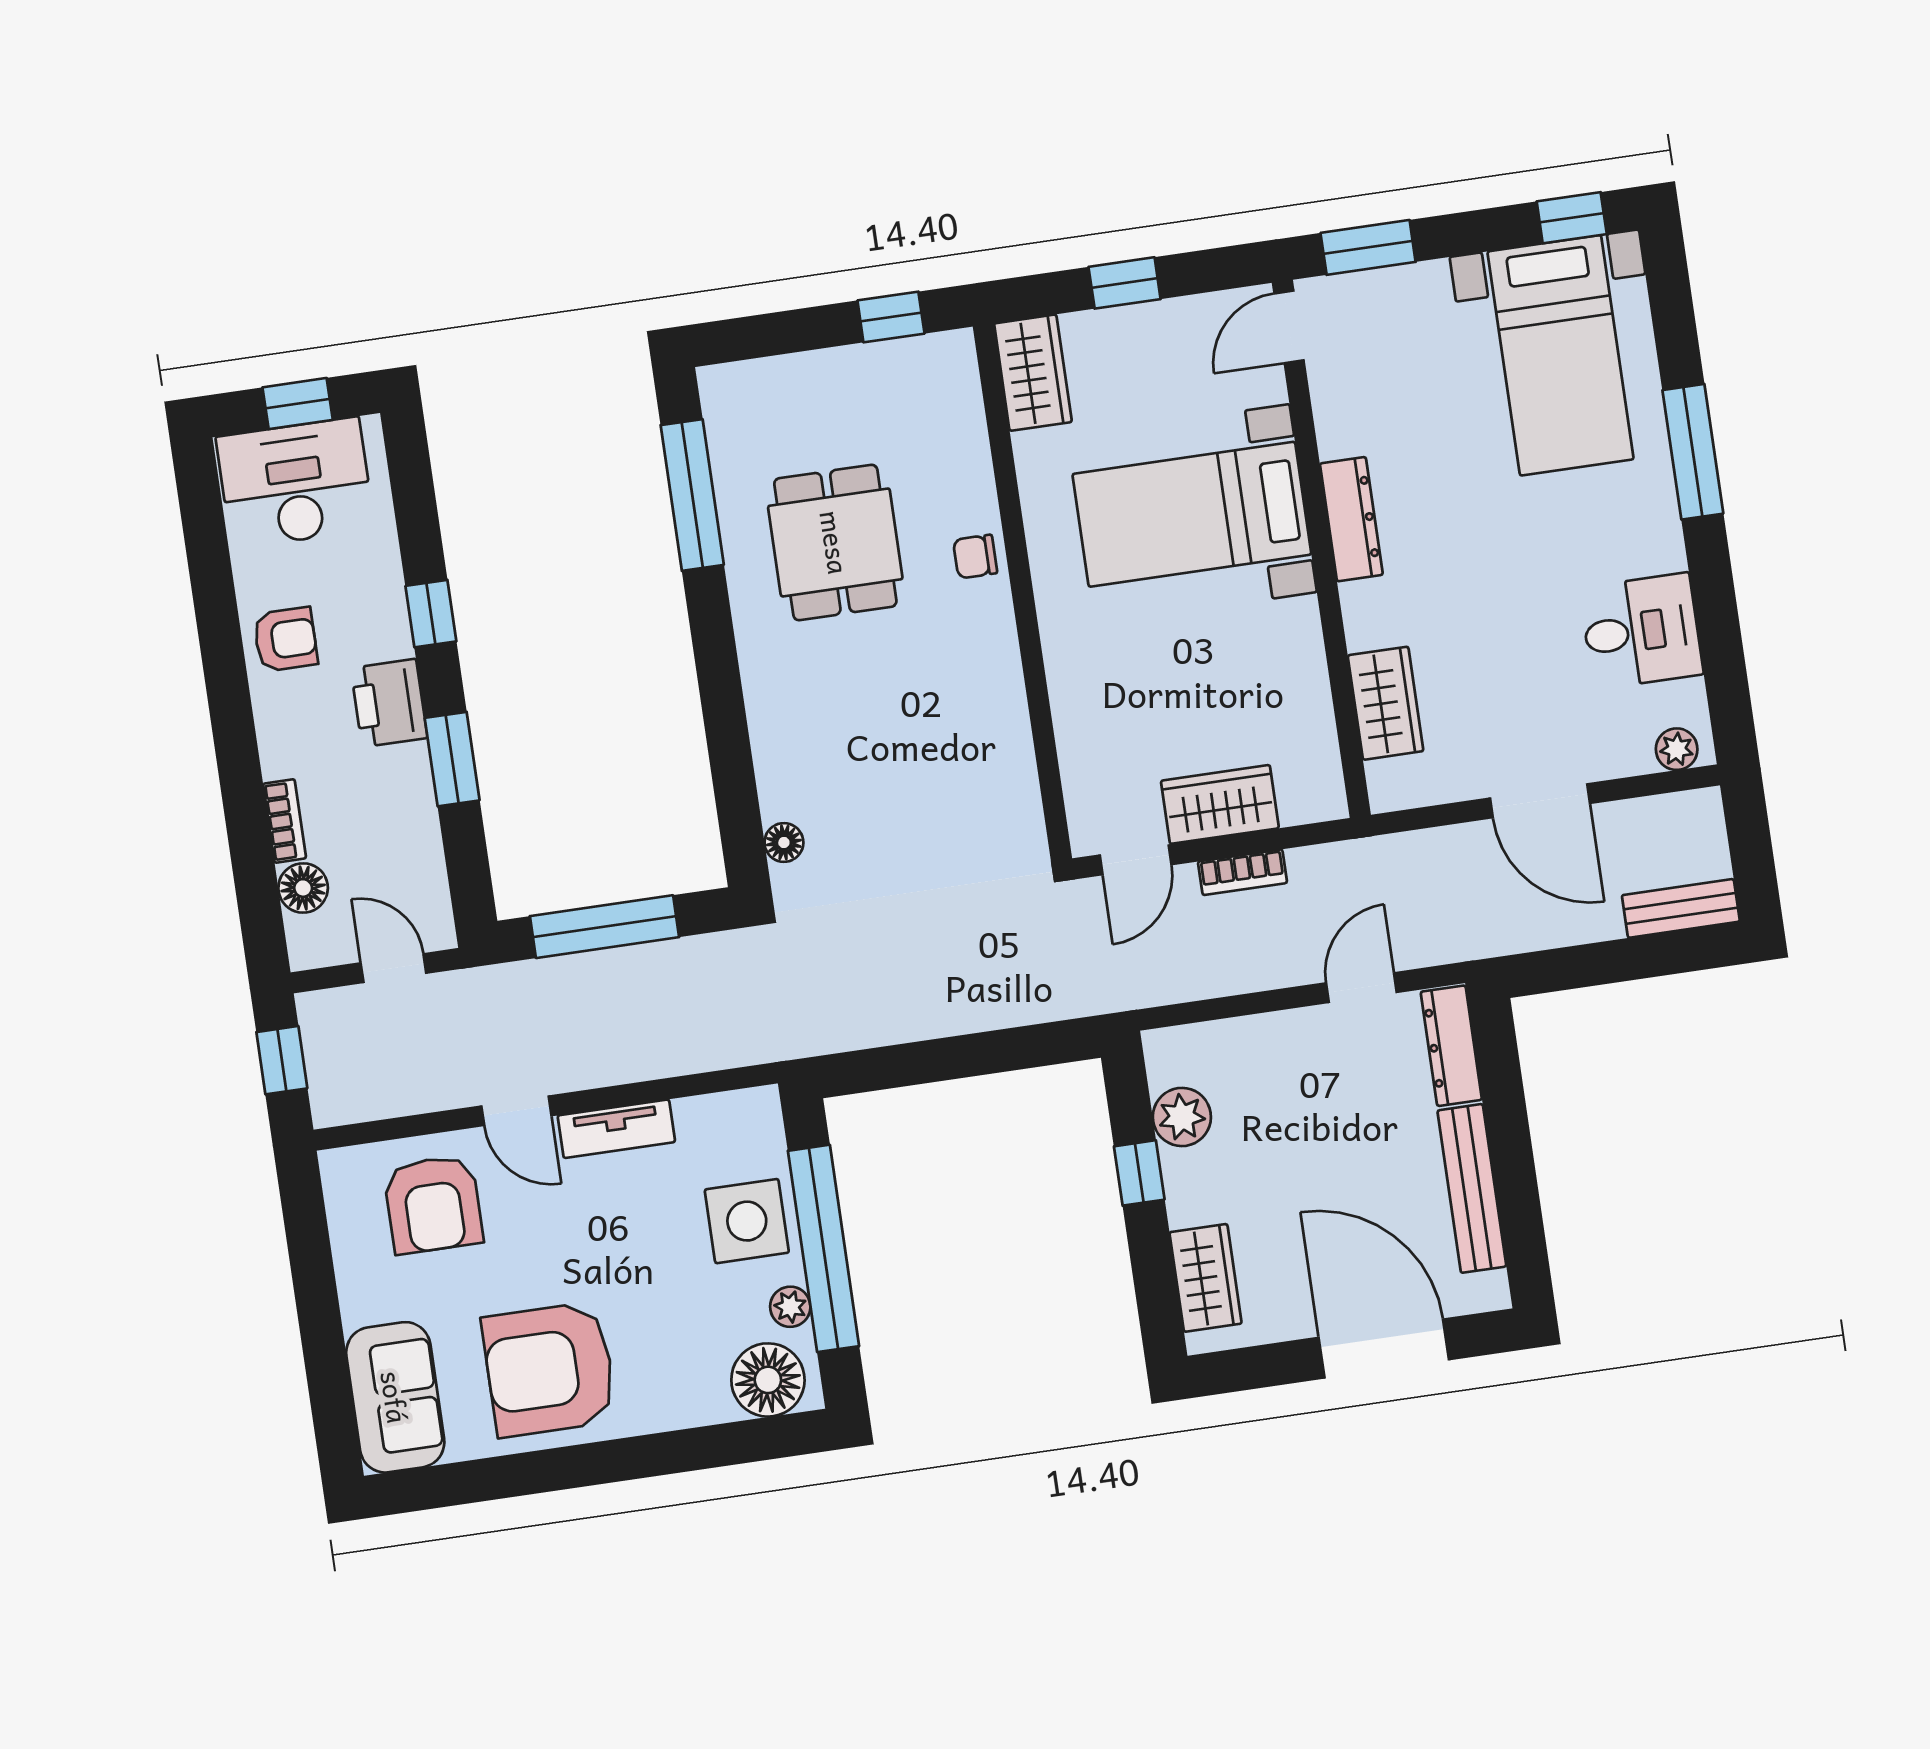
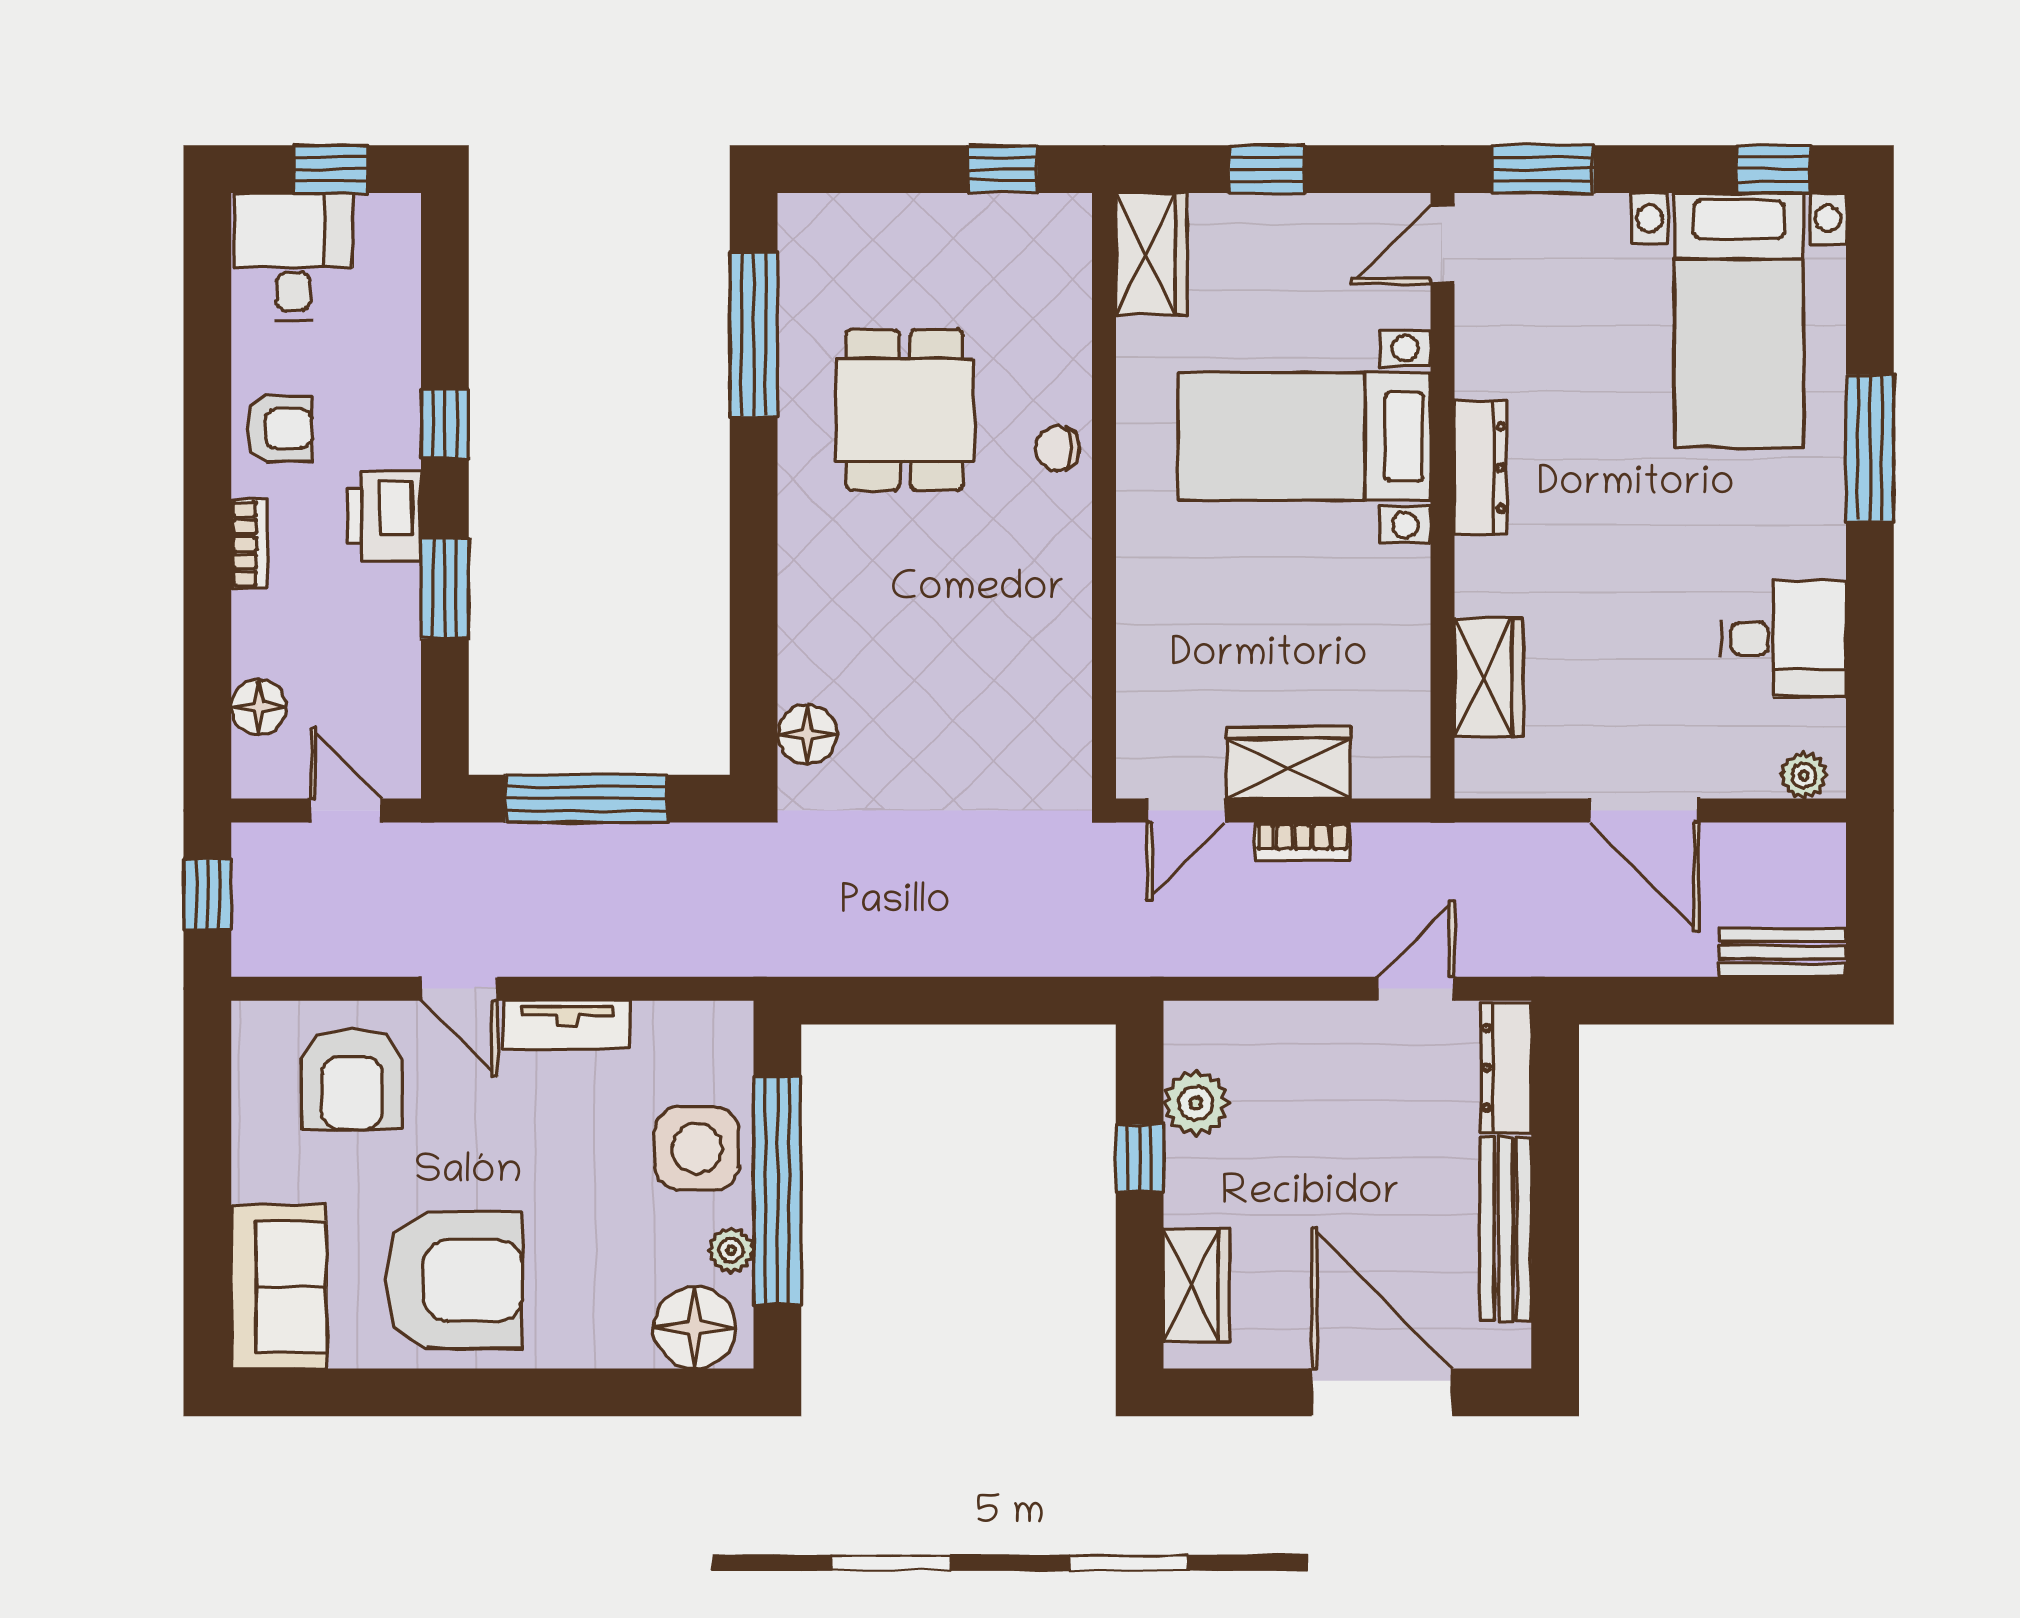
desk: (295, 483) -> (293, 257), width x0.73
bookcase: (285, 821) -> (249, 544), moved
floor lamp: (784, 842) -> (807, 734), width x1.37, depth x1.37
armchair: (549, 1369) -> (454, 1280), turned 180

